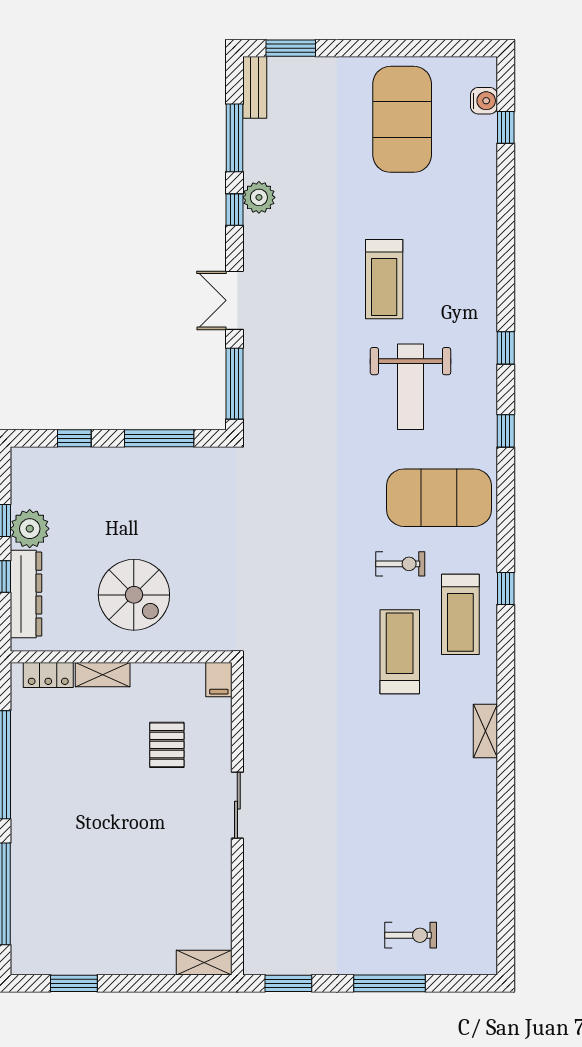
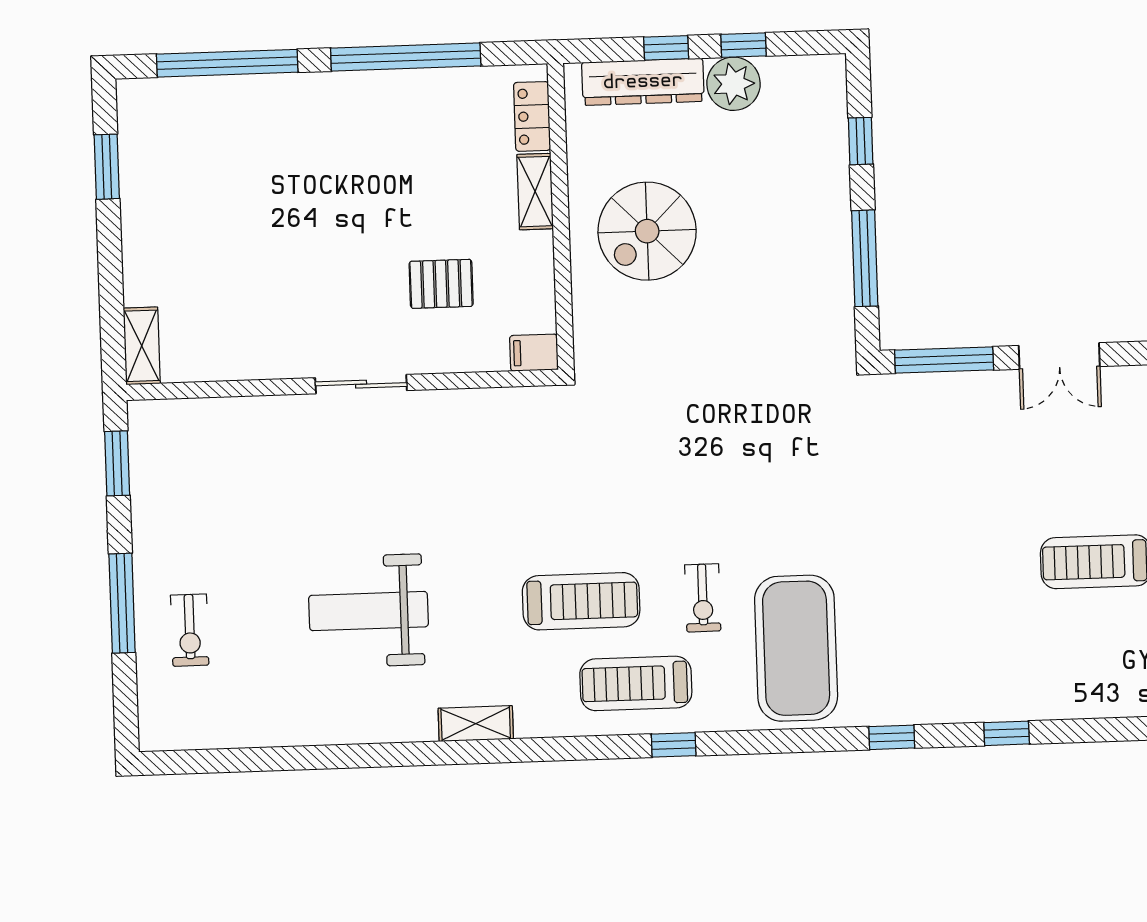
double door: (235, 300) -> (1059, 356), swing flipped
weight bench: (410, 387) -> (369, 611), moved

